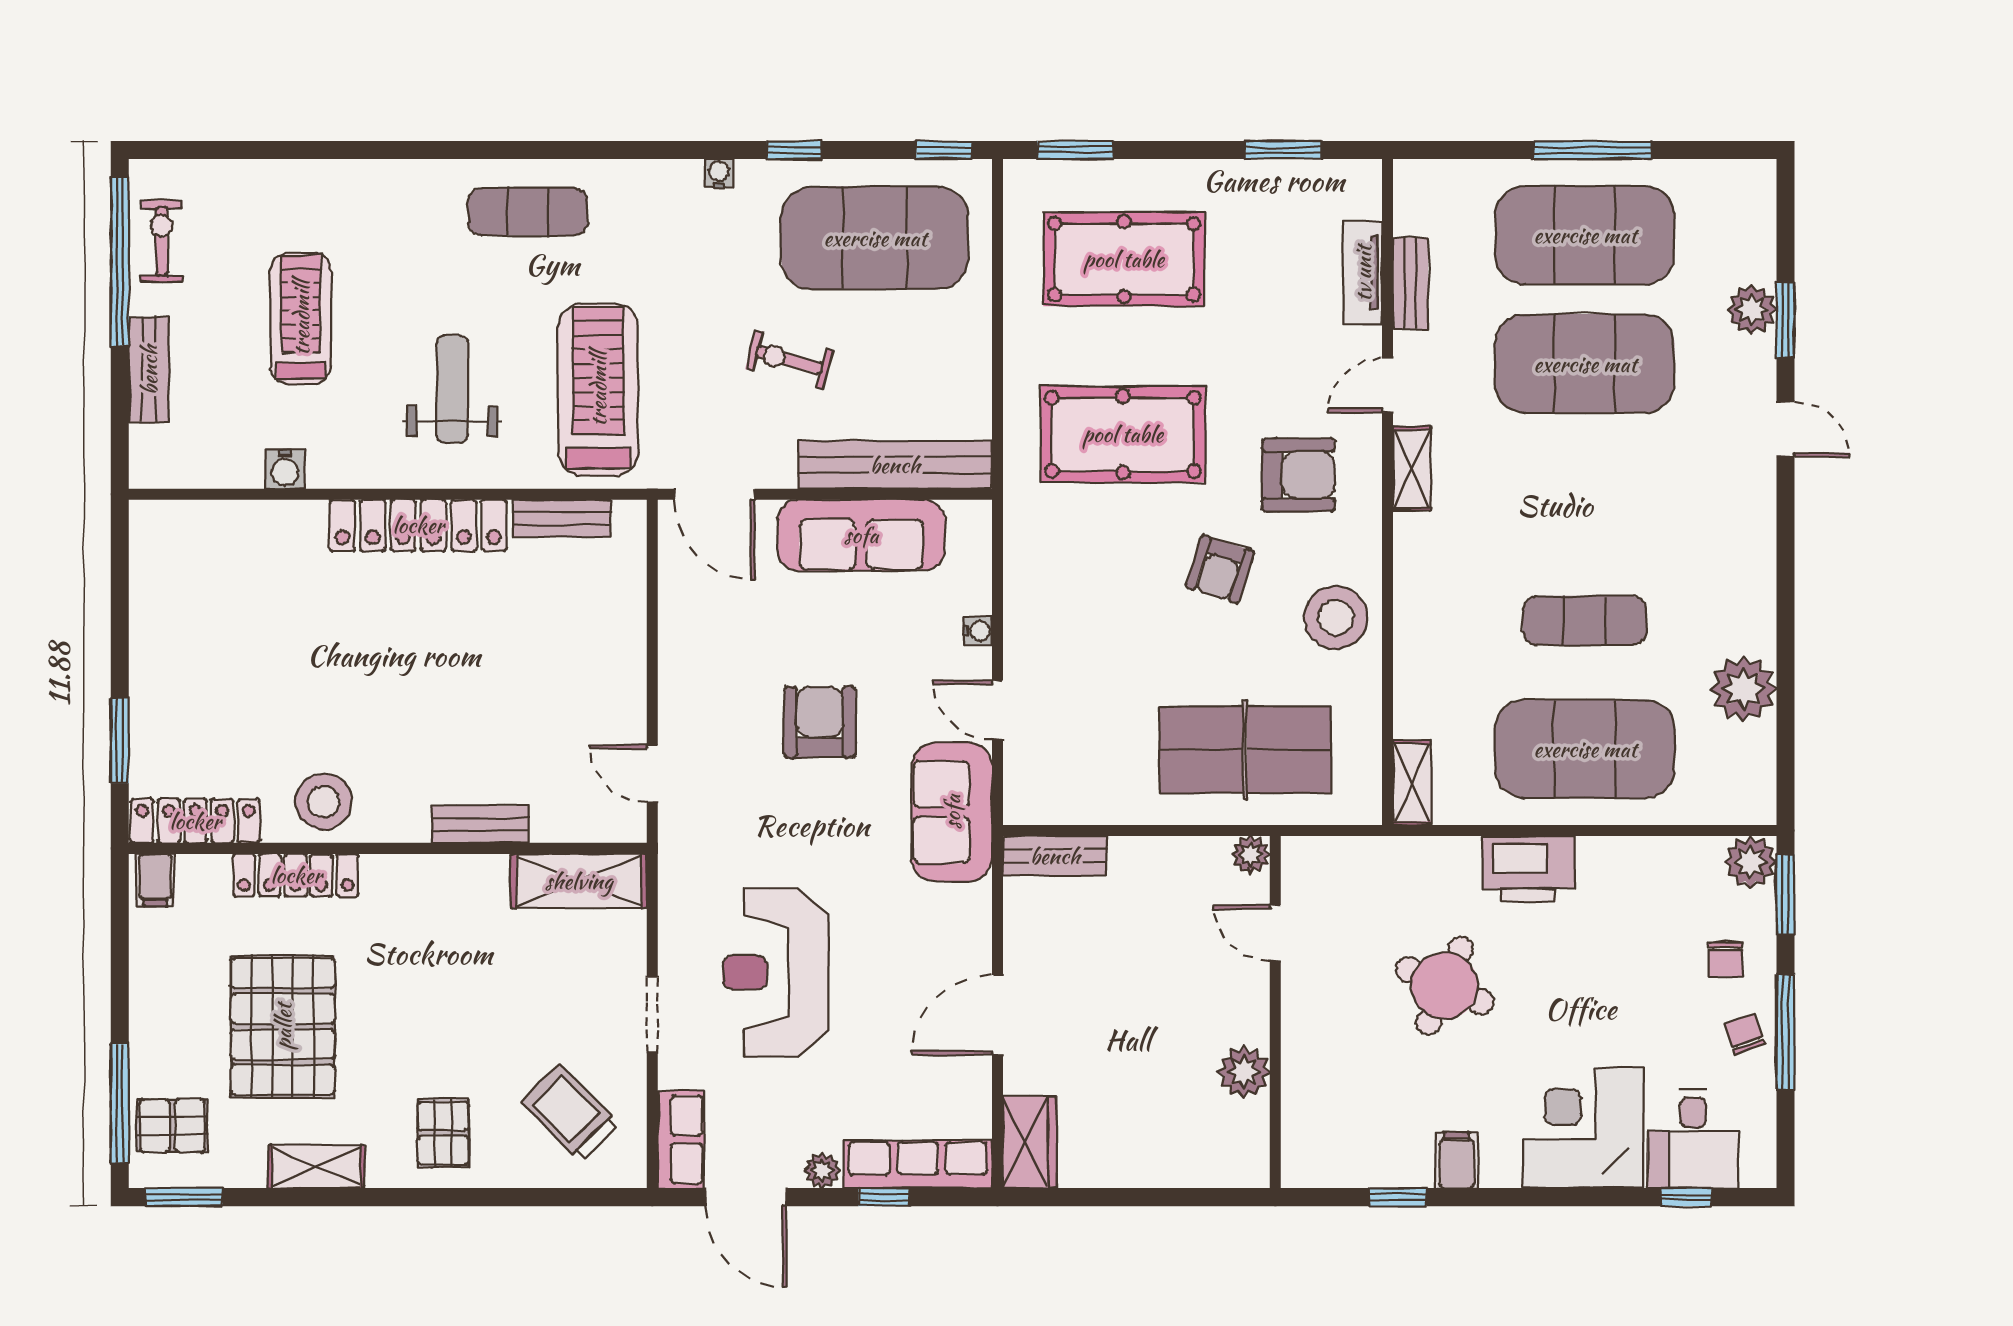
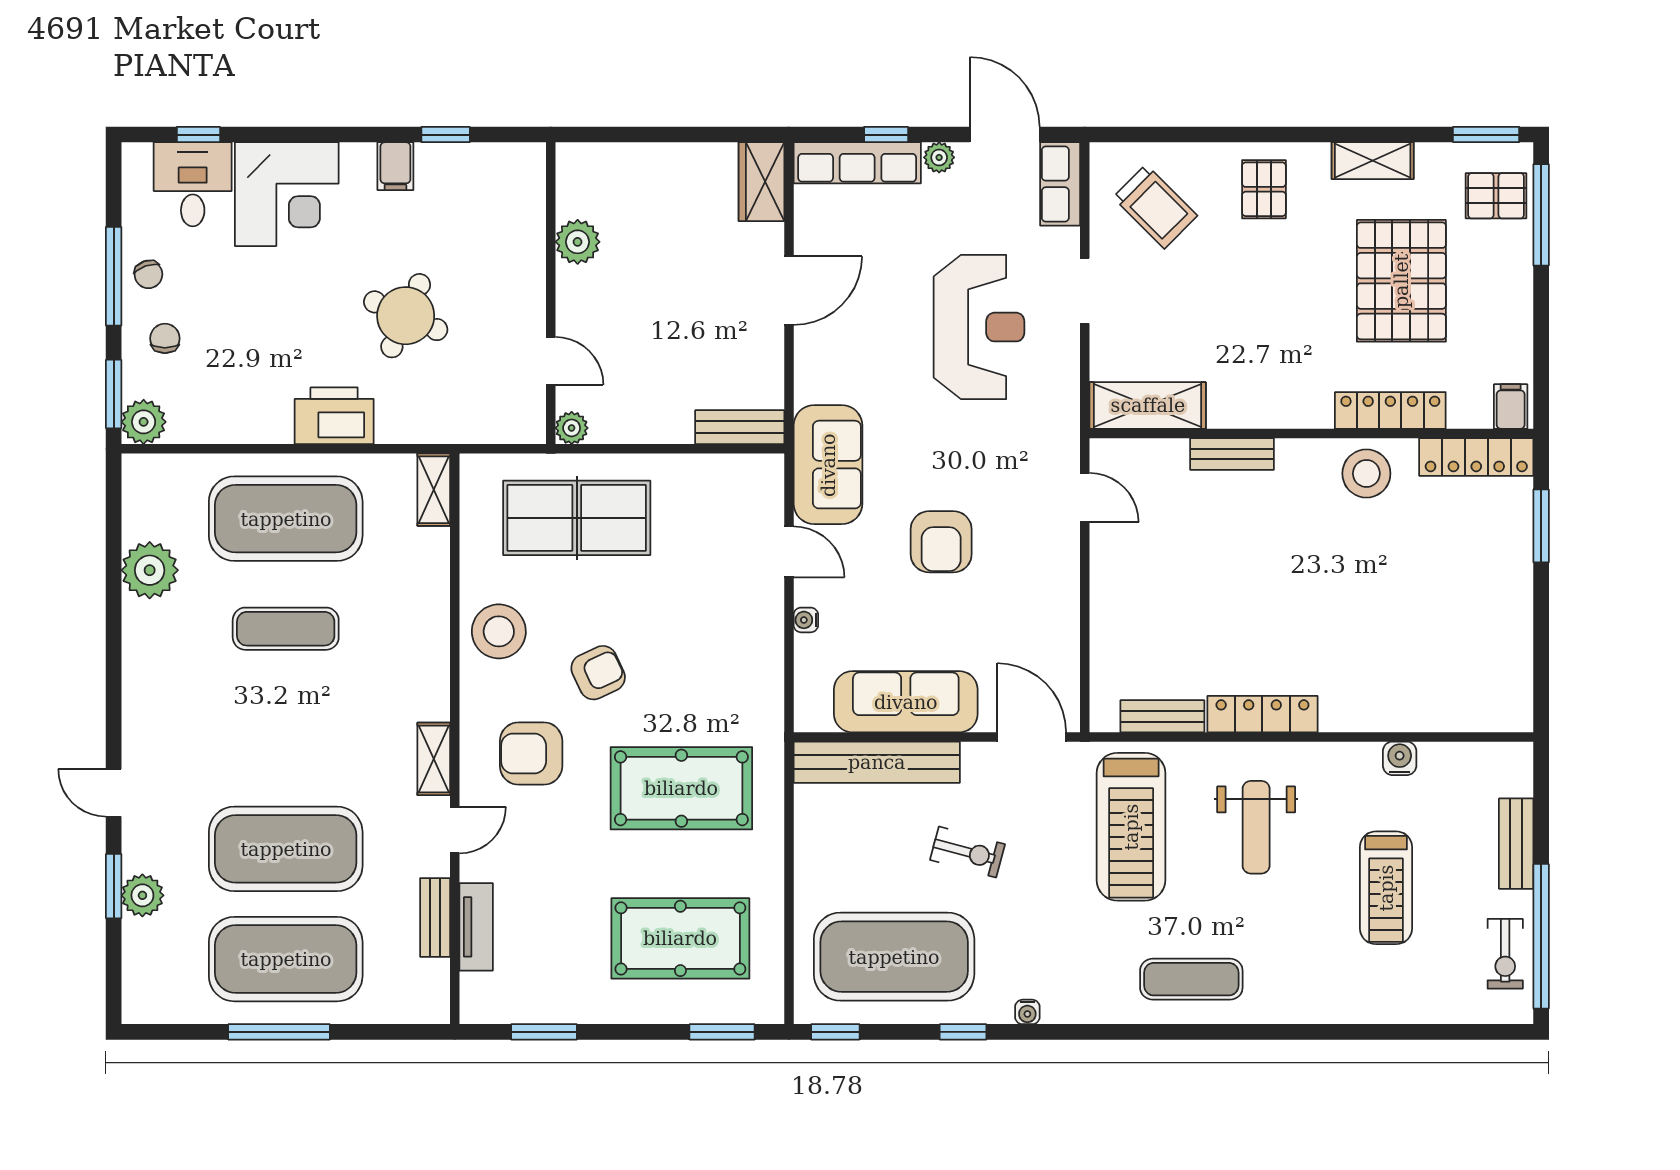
locker: (418, 525) -> (1262, 714), width x0.71, depth x0.83
armchair: (1220, 569) -> (598, 673), turned 47

